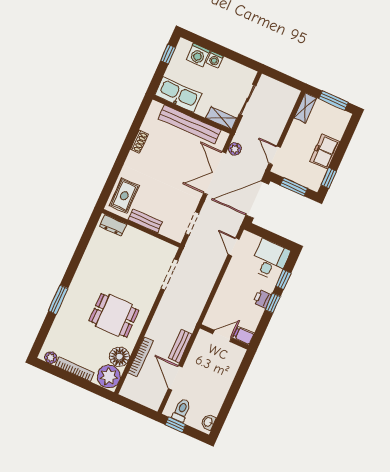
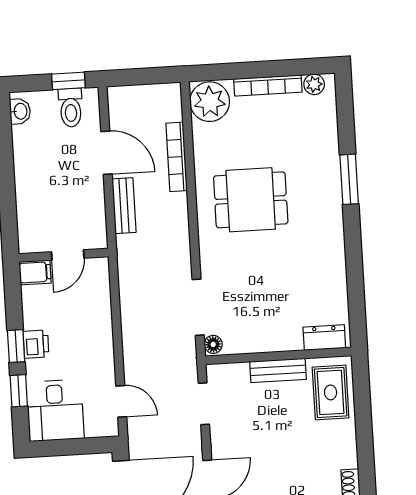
floor lamp: (119, 357) -> (213, 344), moved, width x0.53, depth x0.53

